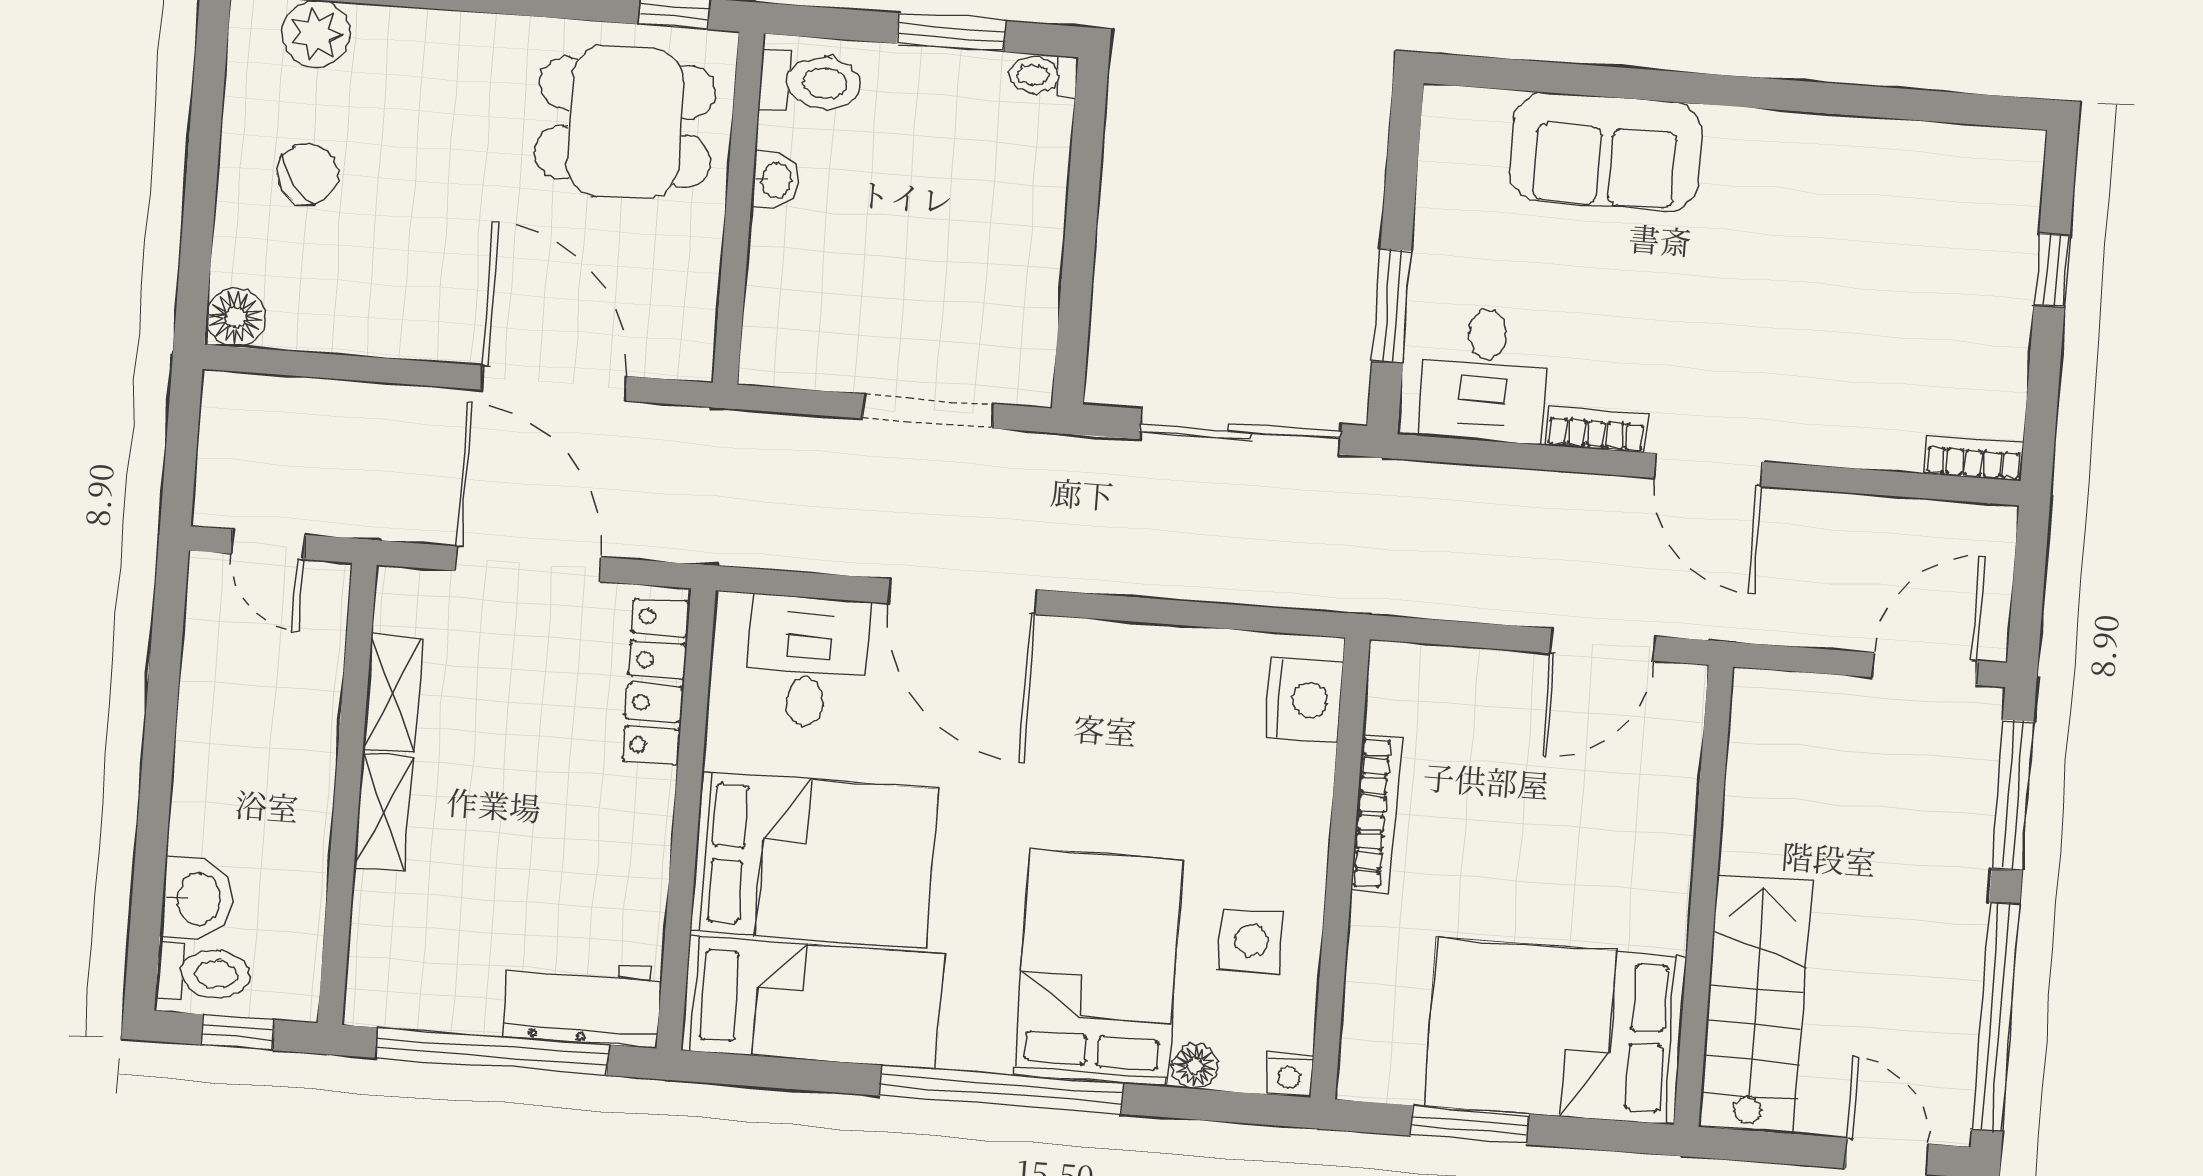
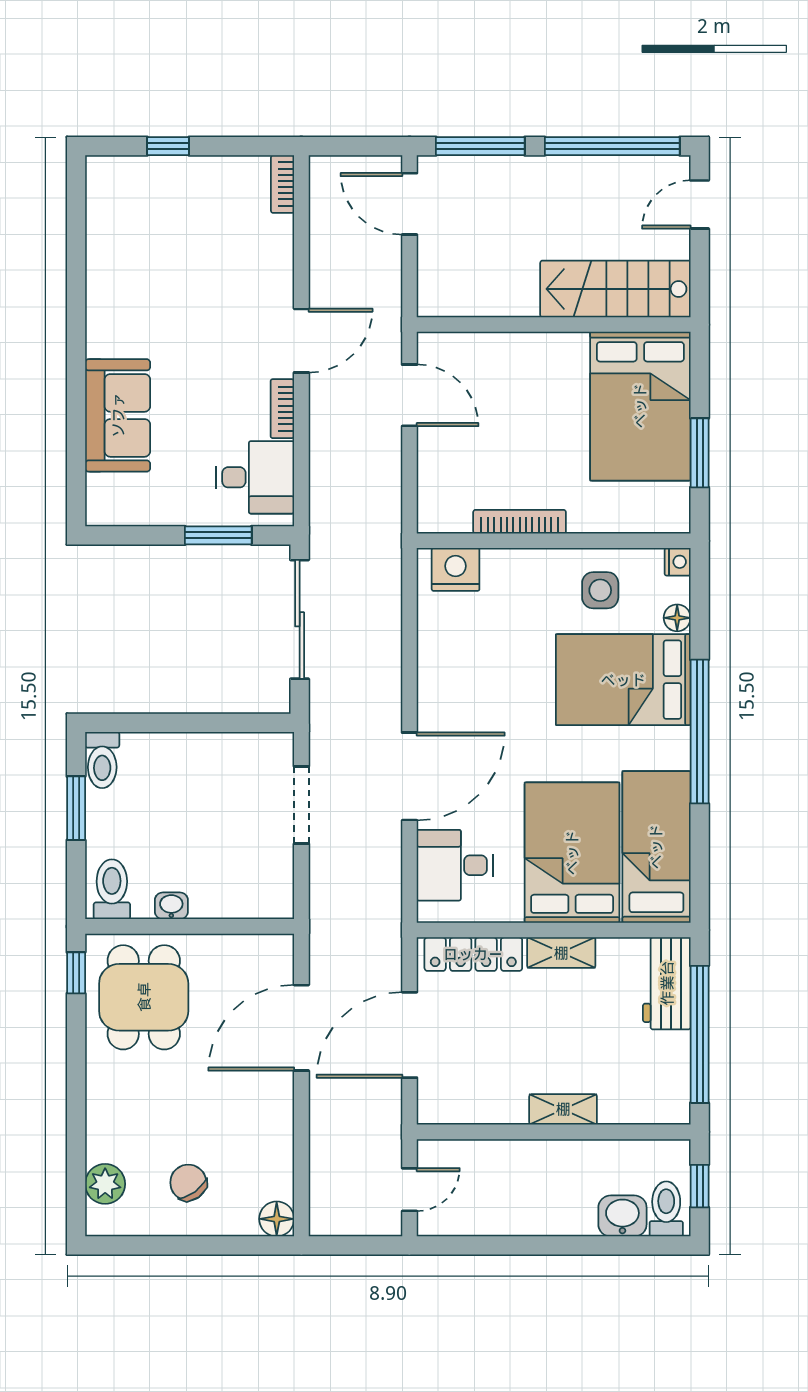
toilet: (1043, 75) -> (102, 760), width x1.37, depth x1.39
shelving: (393, 693) -> (561, 953), moved

